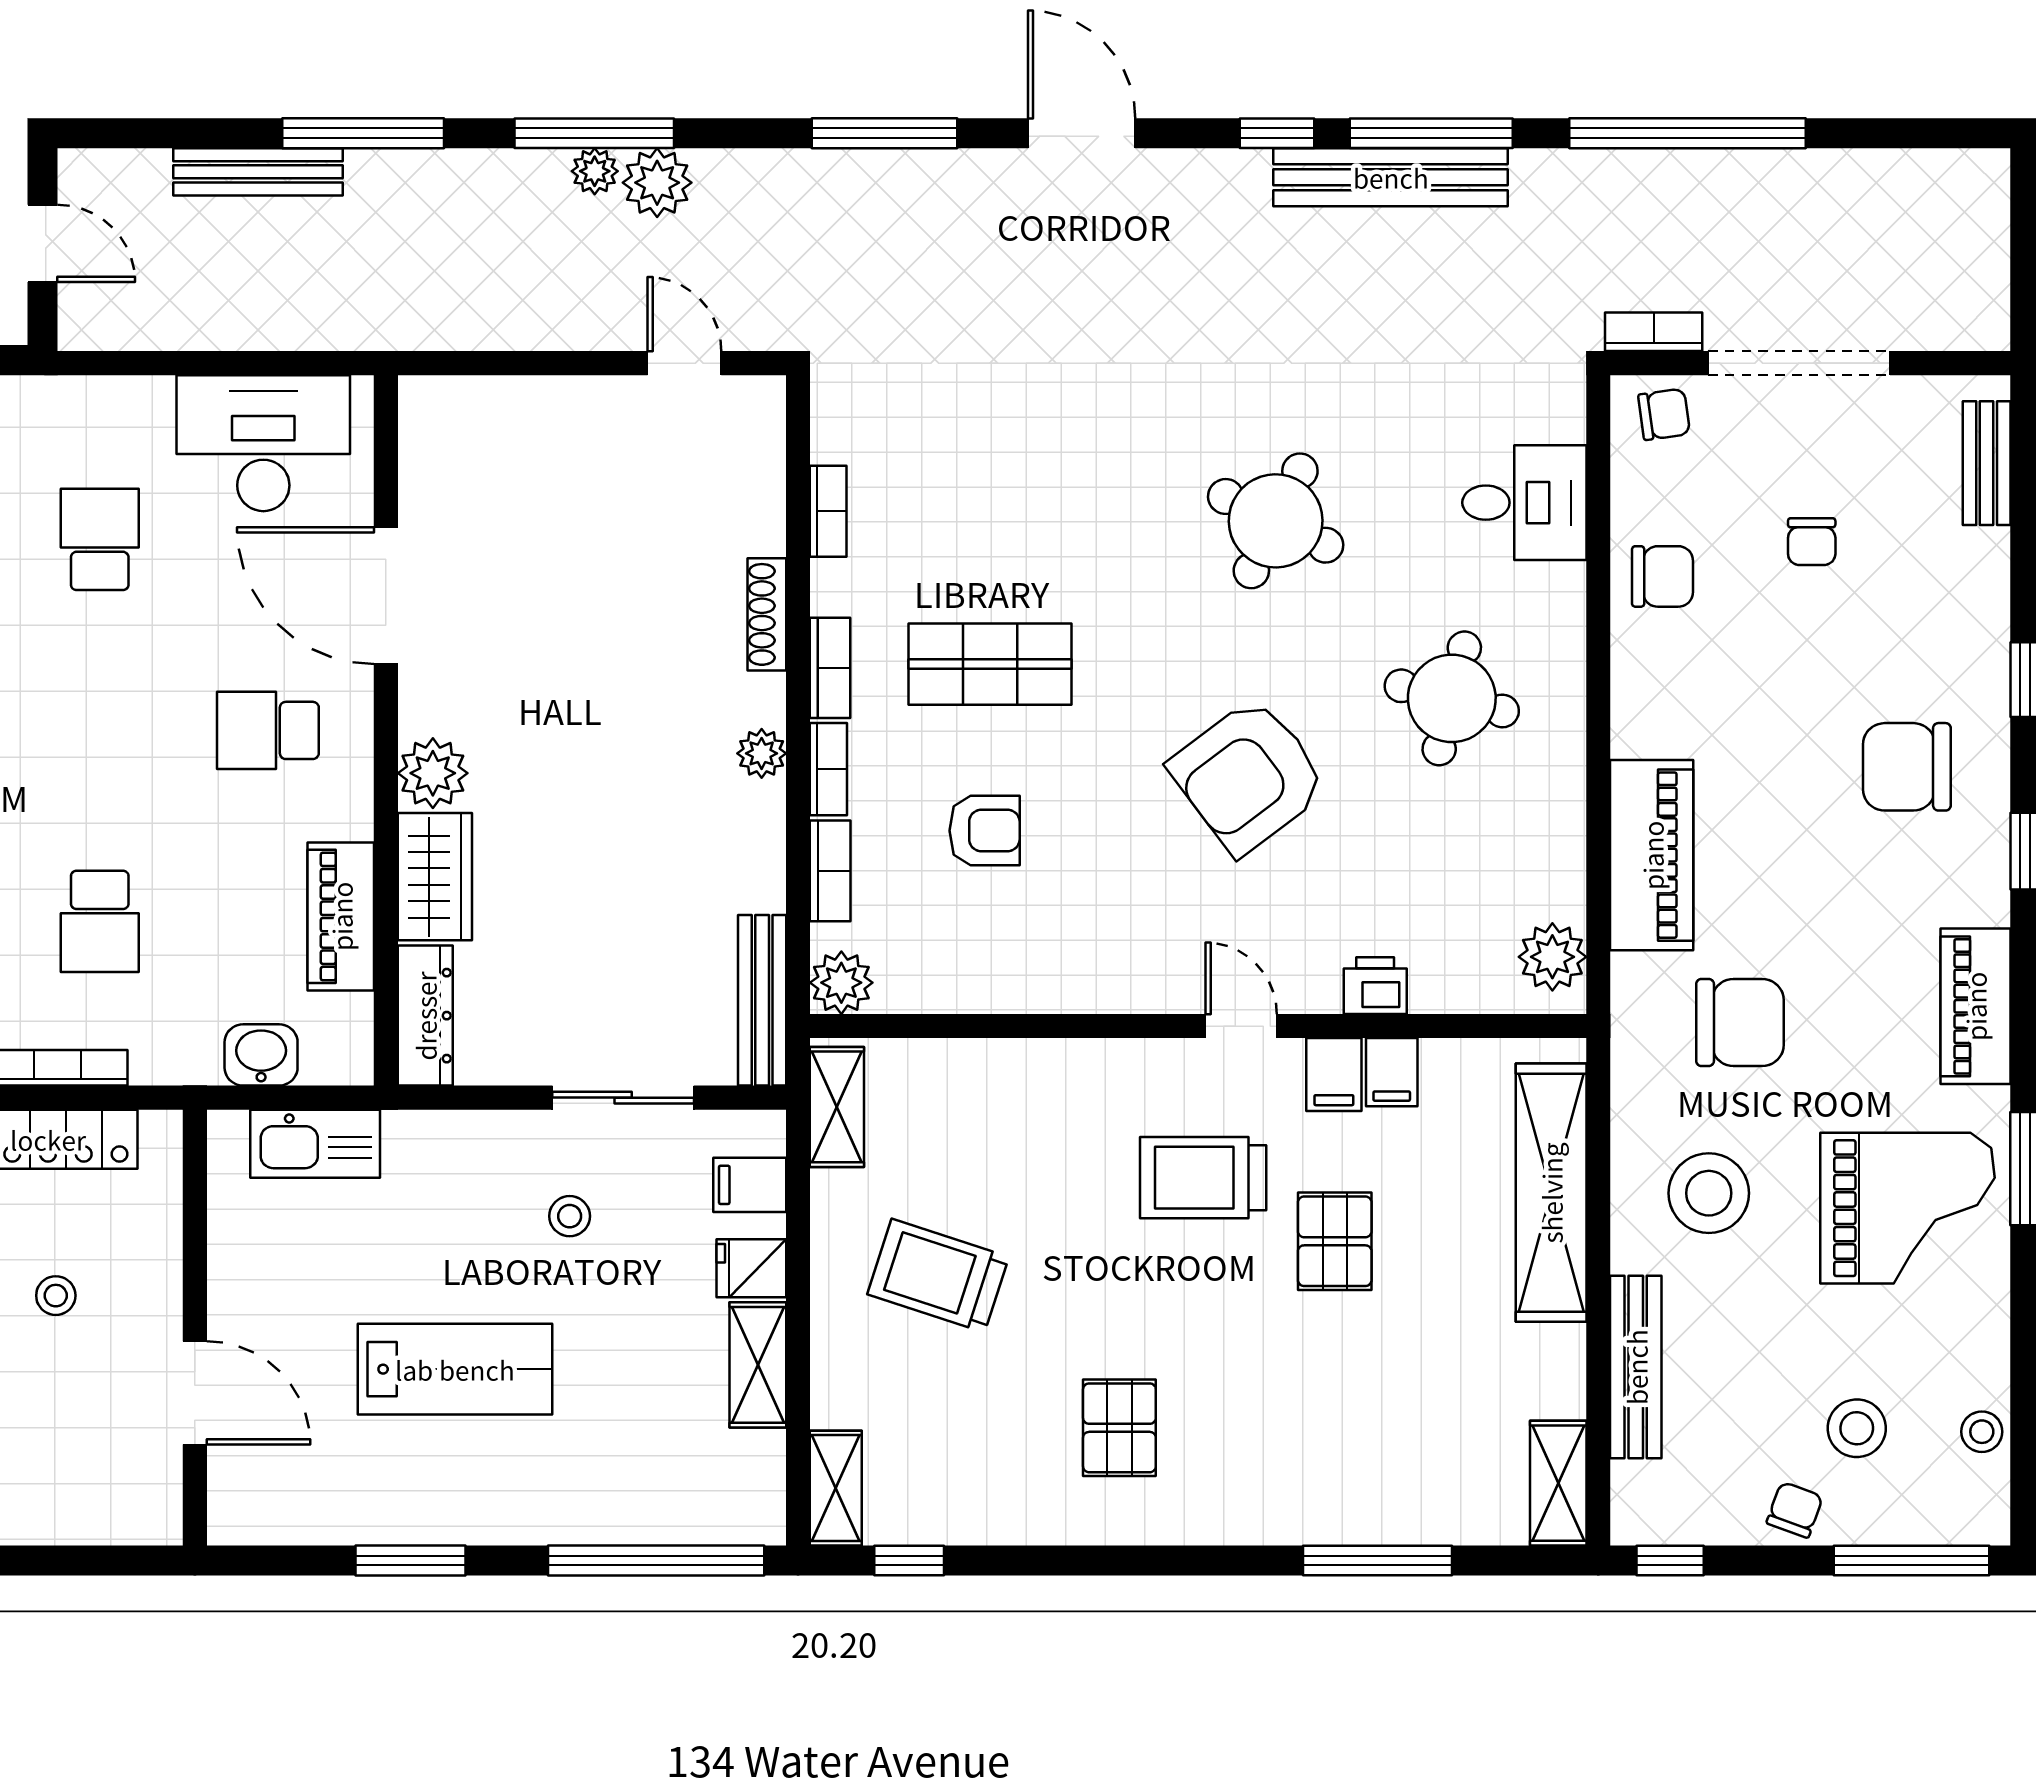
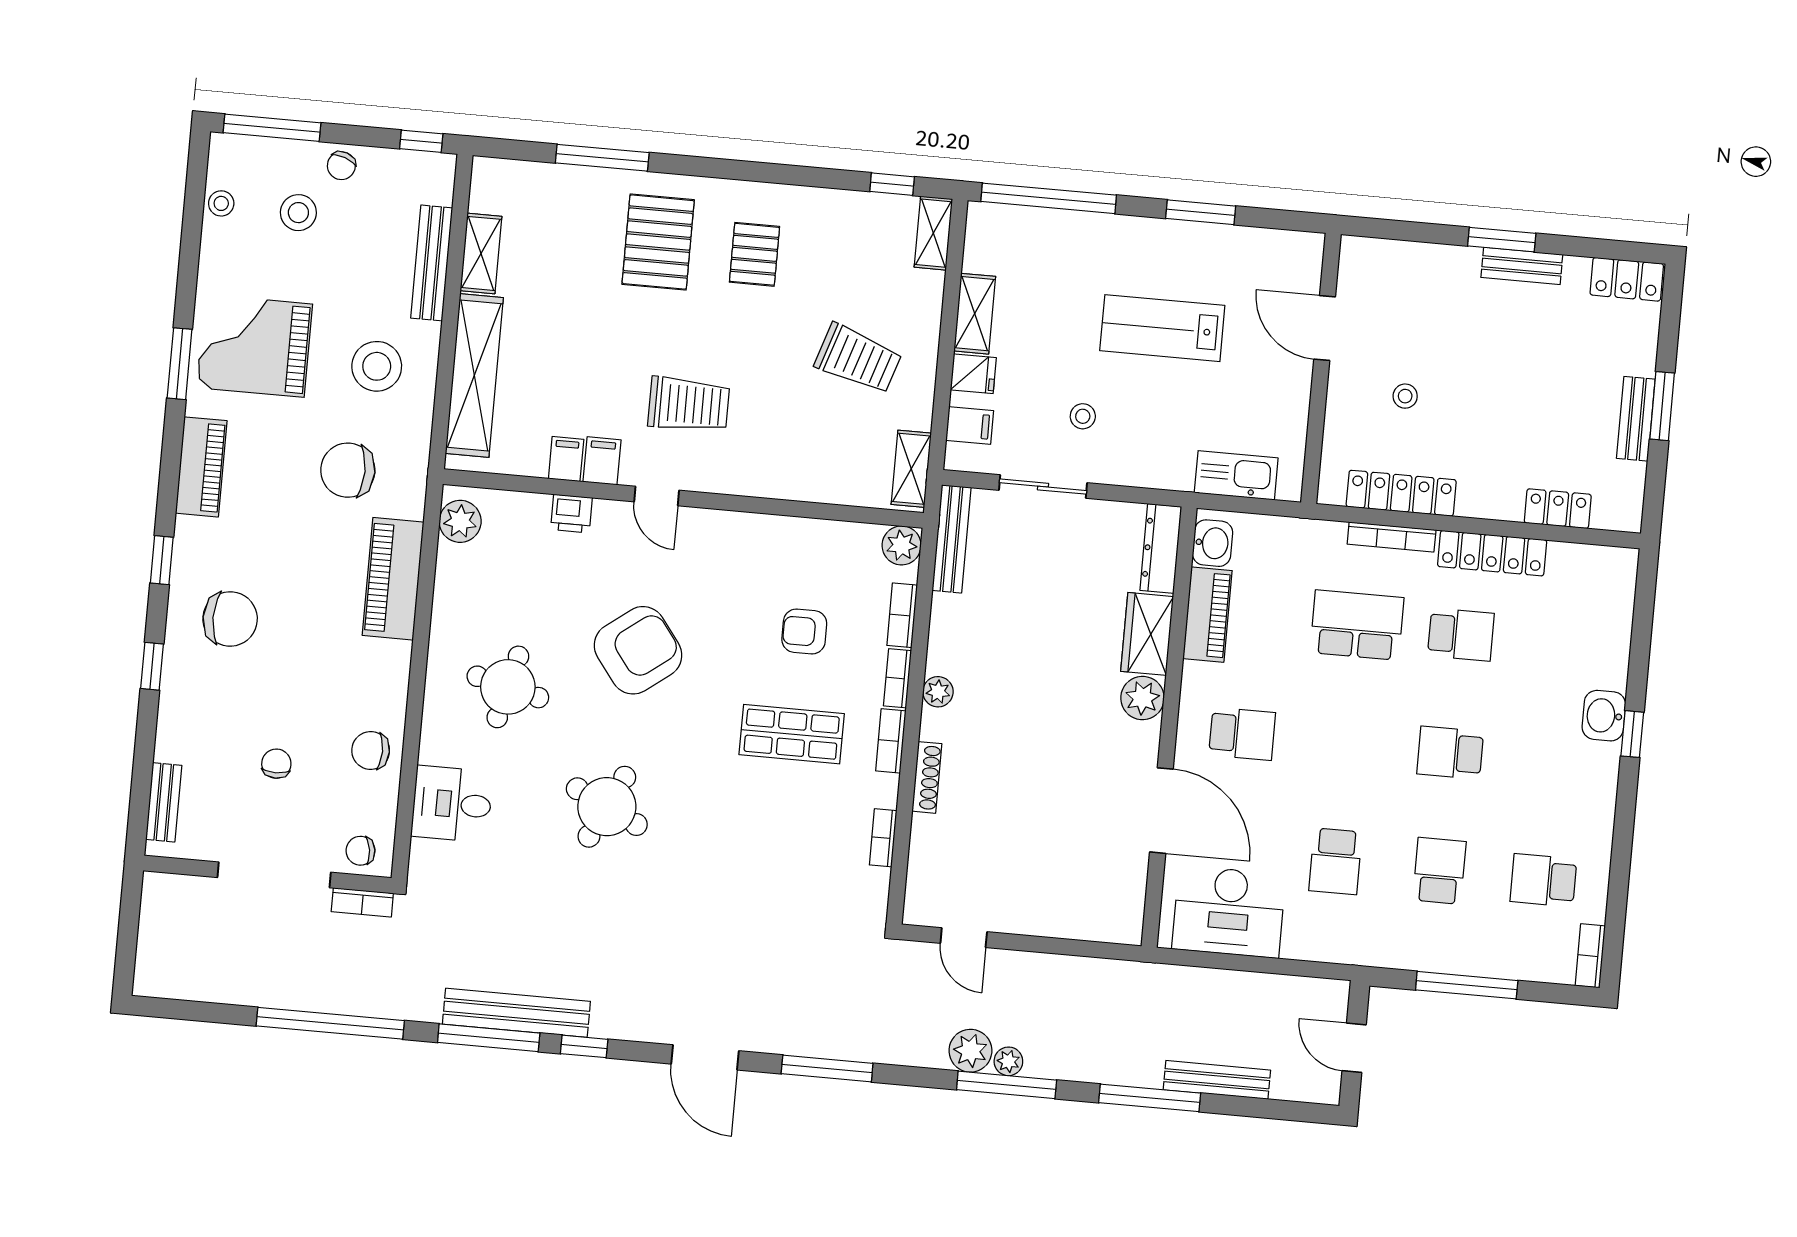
school desk: (100, 921) -> (1357, 625), width x1.85
washbasin: (261, 1055) -> (1213, 543), moved, turned -90
pallet: (1335, 1241) -> (658, 242), moved, width x1.50, depth x1.42
shelving: (1558, 1483) -> (481, 253), moved

